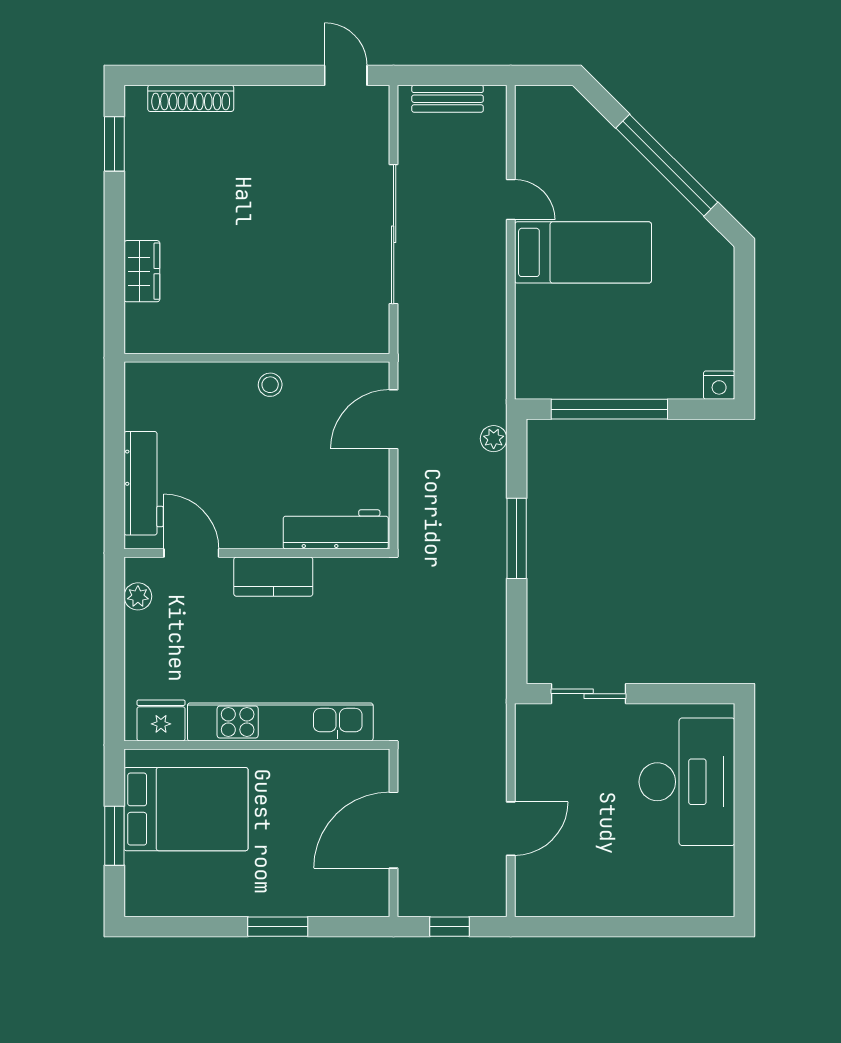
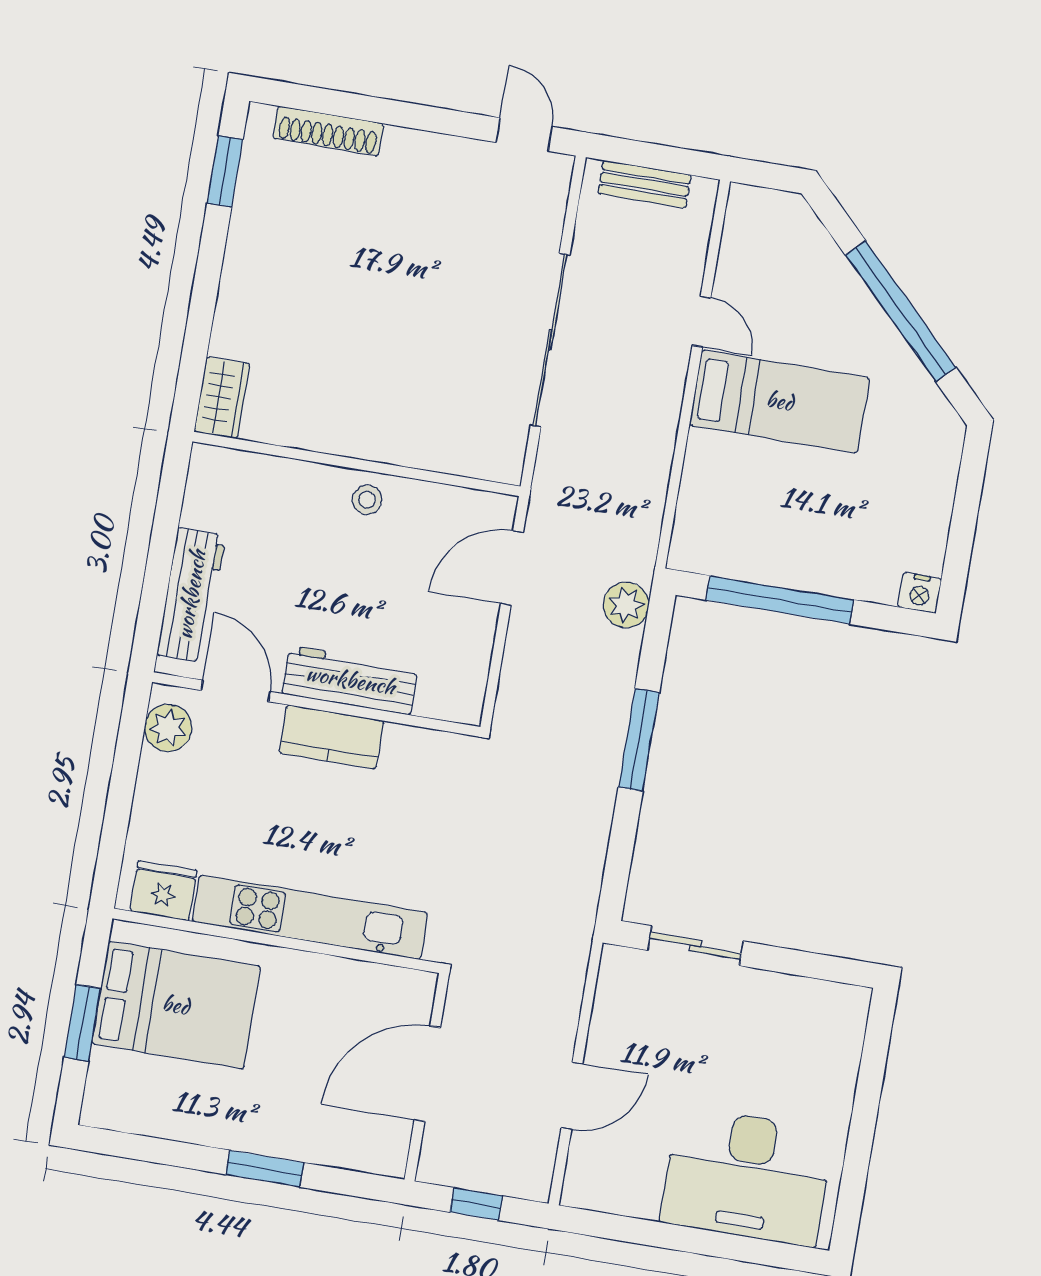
wardrobe: (142, 271) -> (222, 398), moved
plant: (494, 439) -> (626, 605), width x1.38, depth x1.38
workbench: (336, 529) -> (350, 680), moved
plant: (138, 596) -> (168, 728), width x1.38, depth x1.38
desk: (687, 782) -> (747, 1176), moved, turned 90

